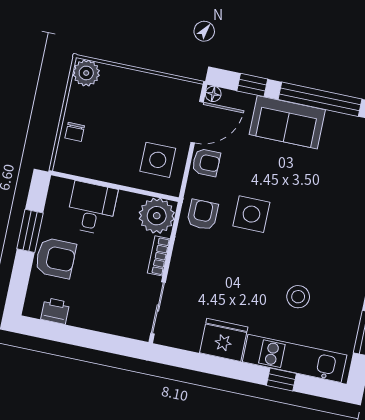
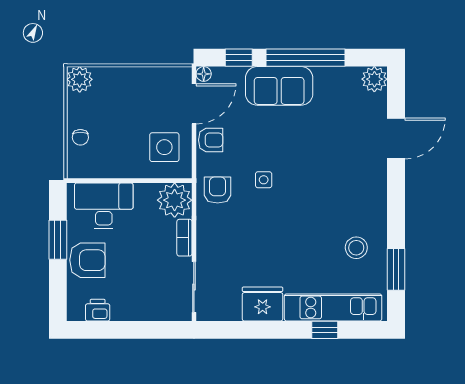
desk: (92, 208) -> (104, 206), width x1.37
side table: (251, 214) -> (264, 180), width x0.54, depth x0.54
stool: (298, 297) -> (356, 248), moved

